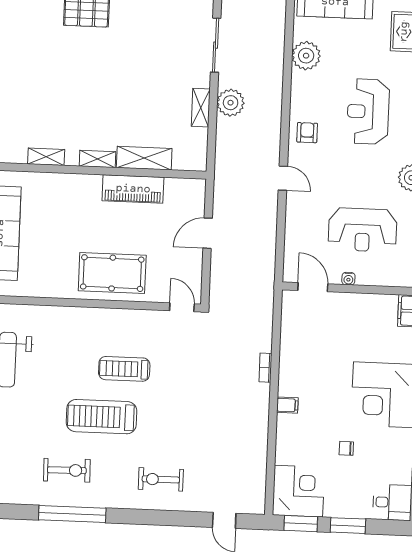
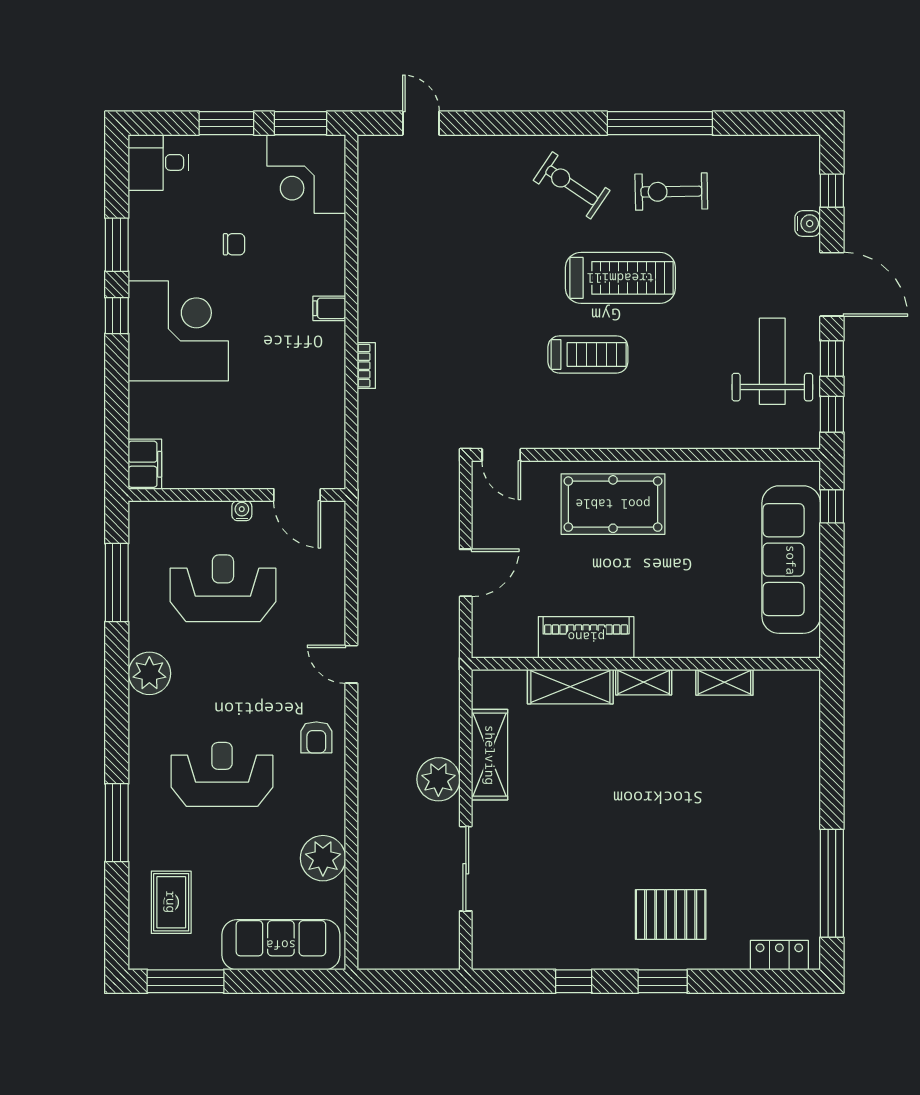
shelving: (201, 108) -> (490, 755), width x1.50, depth x1.33
reception desk: (368, 112) -> (222, 774), turned -90
exercise bike: (161, 479) -> (572, 185), moved, turned -146

